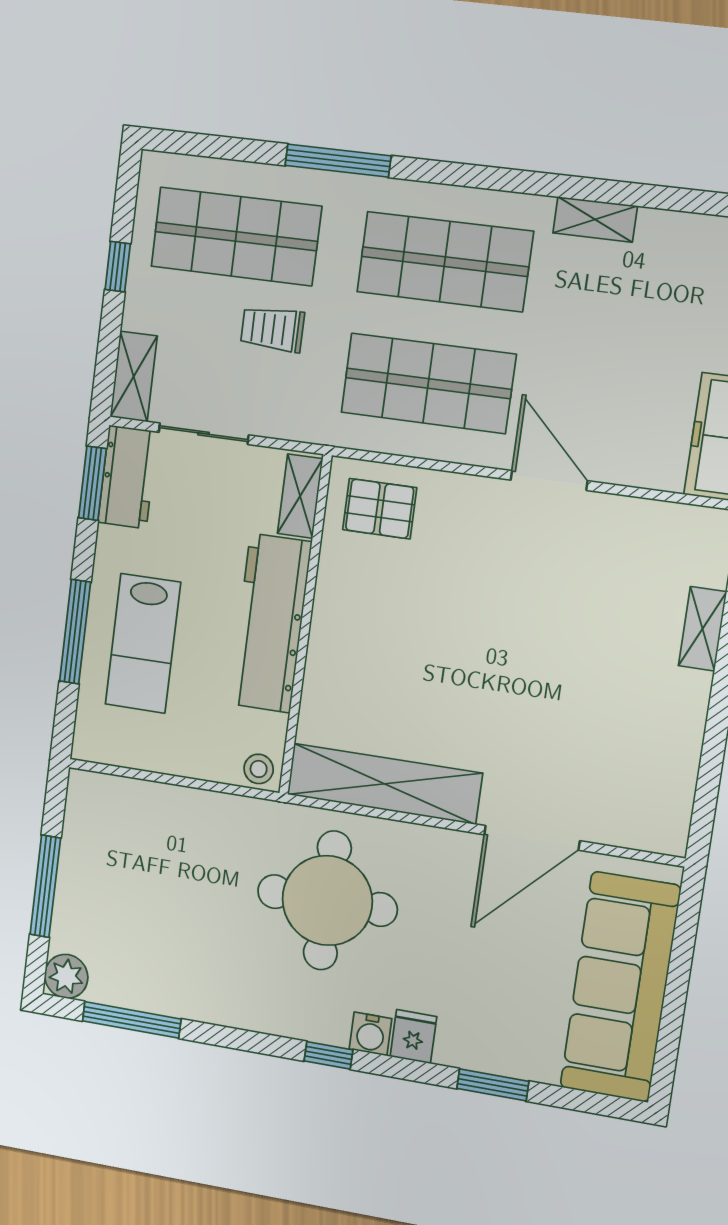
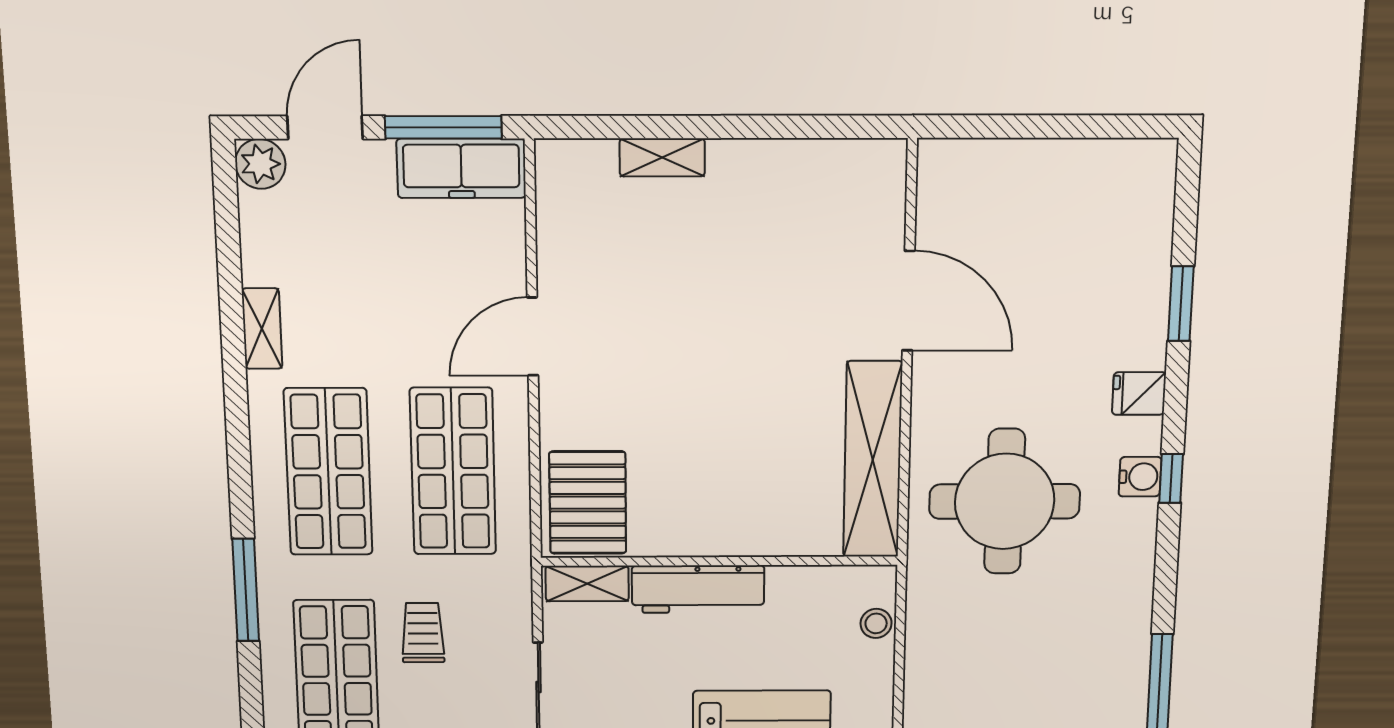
trolley: (272, 329) -> (423, 633), turned 180
pallet: (380, 509) -> (588, 503), width x1.50, depth x1.42
workbench: (270, 623) -> (698, 589), width x0.73, depth x0.76
stool: (259, 769) -> (876, 623), moved
sofa: (620, 987) -> (1056, 186), removed
water cooler: (370, 1034) -> (1140, 477), moved

